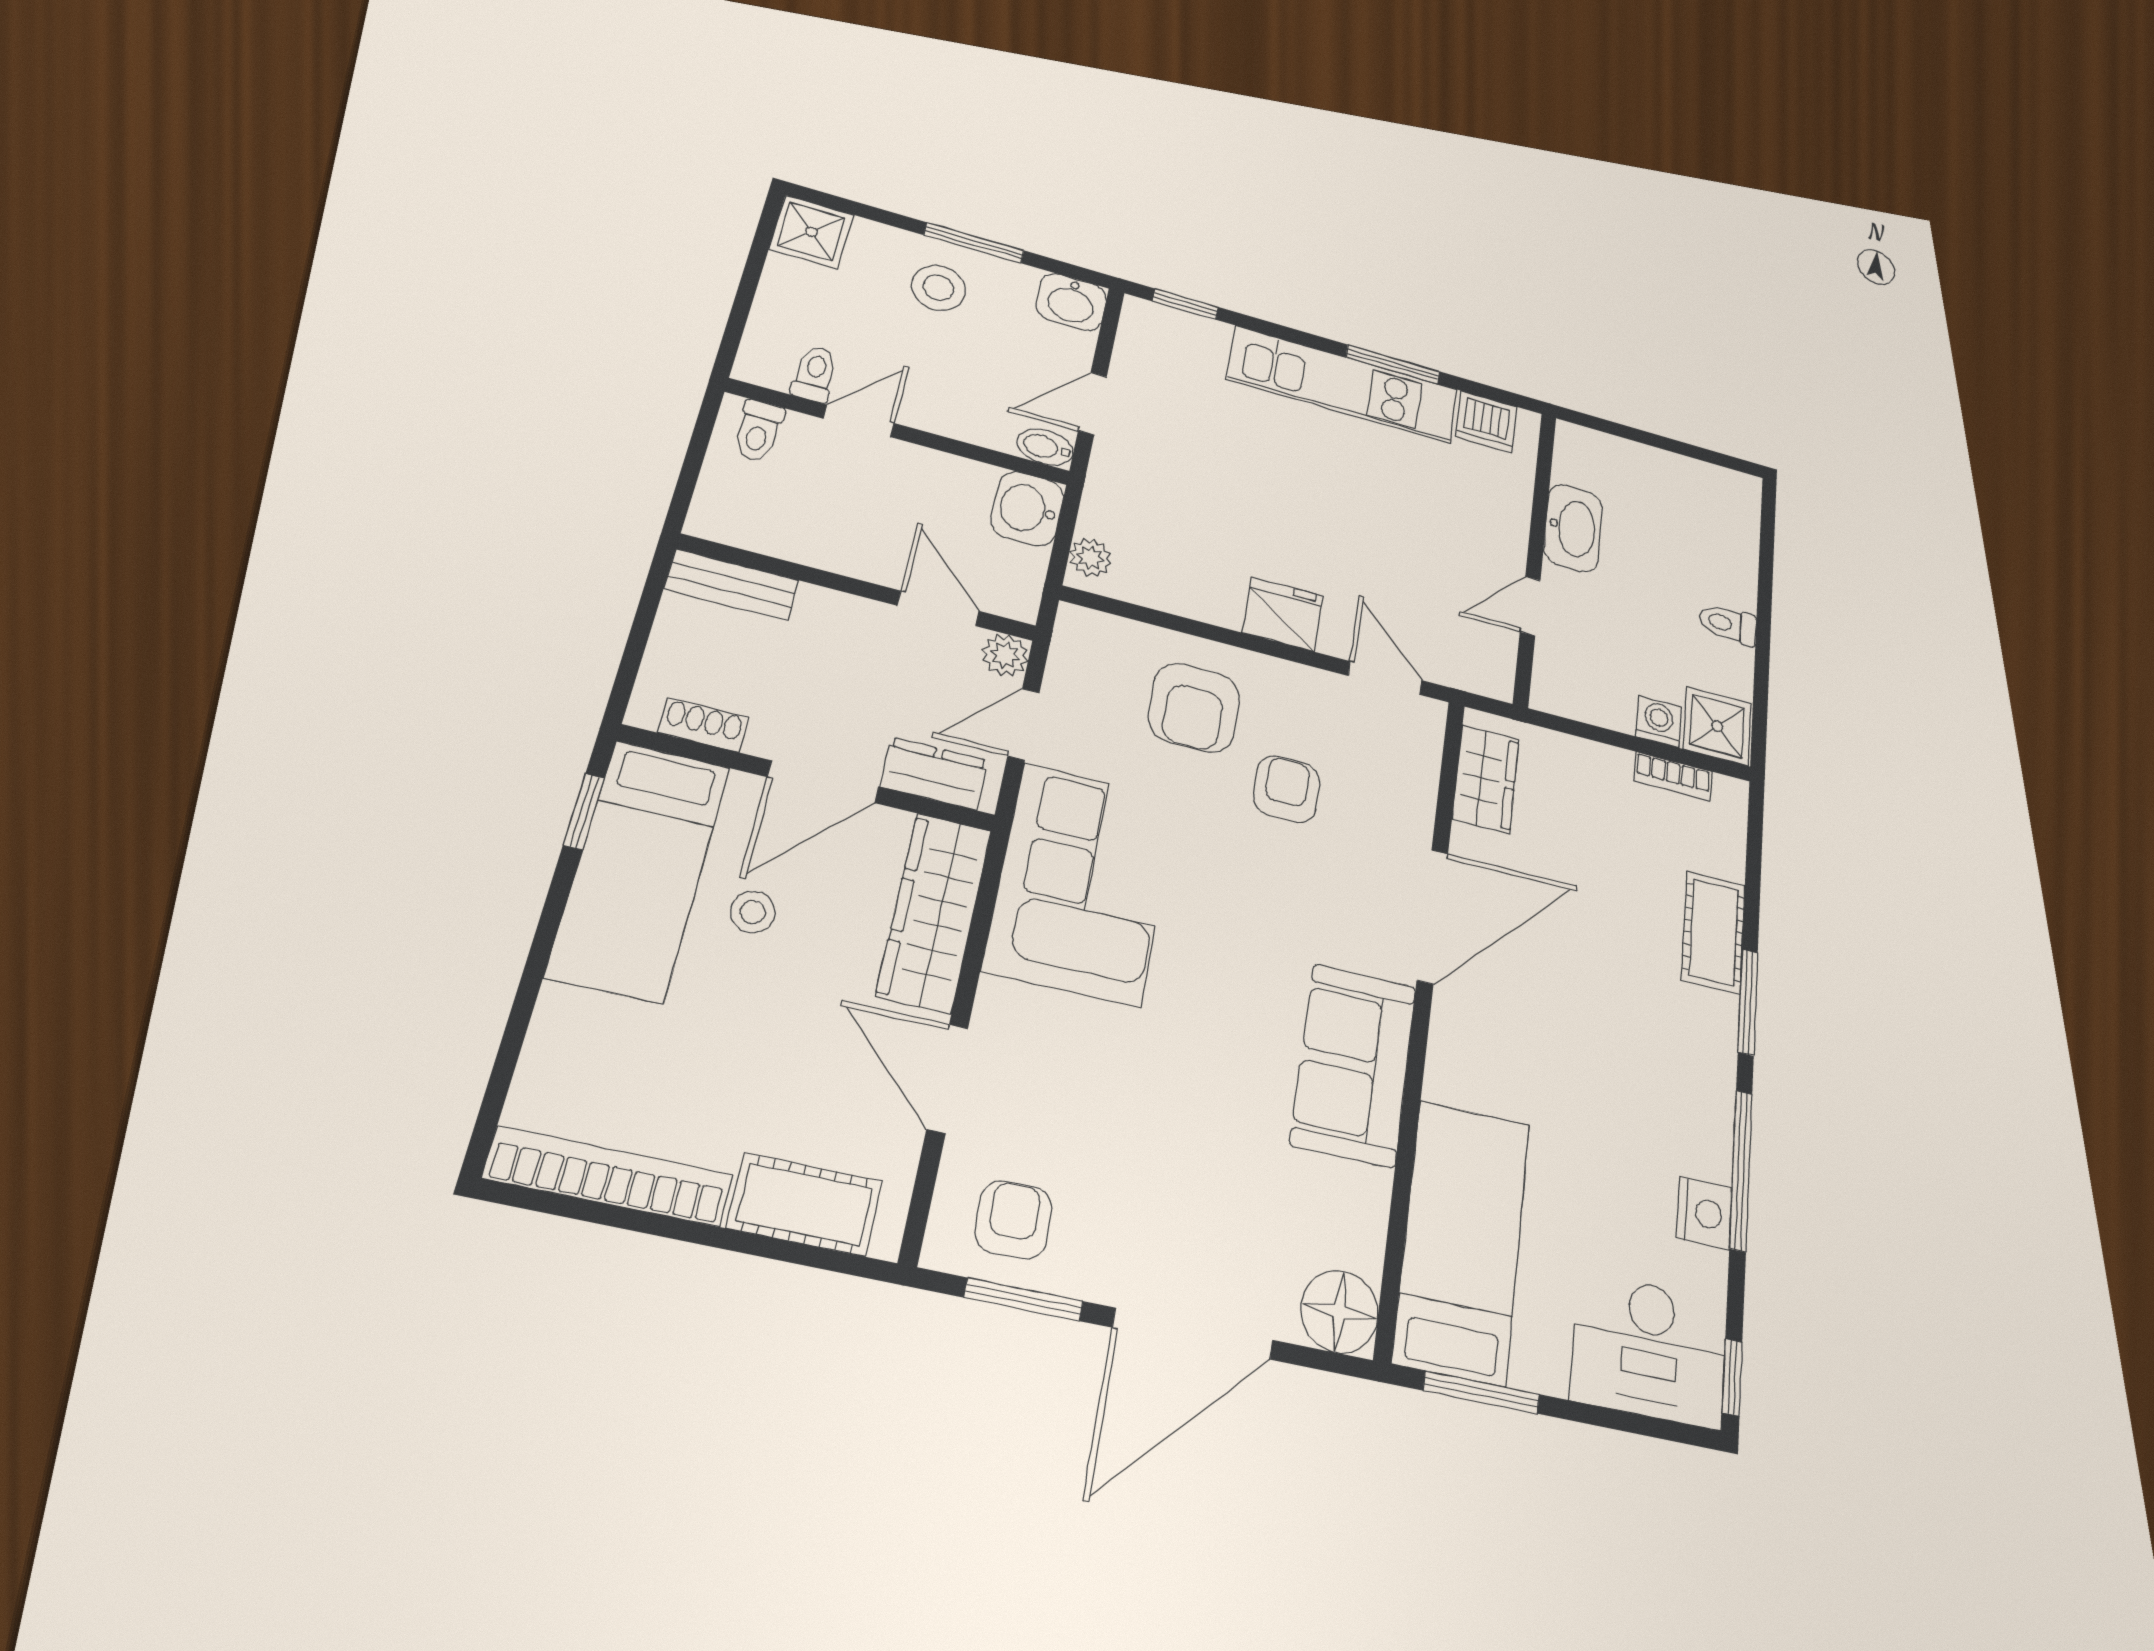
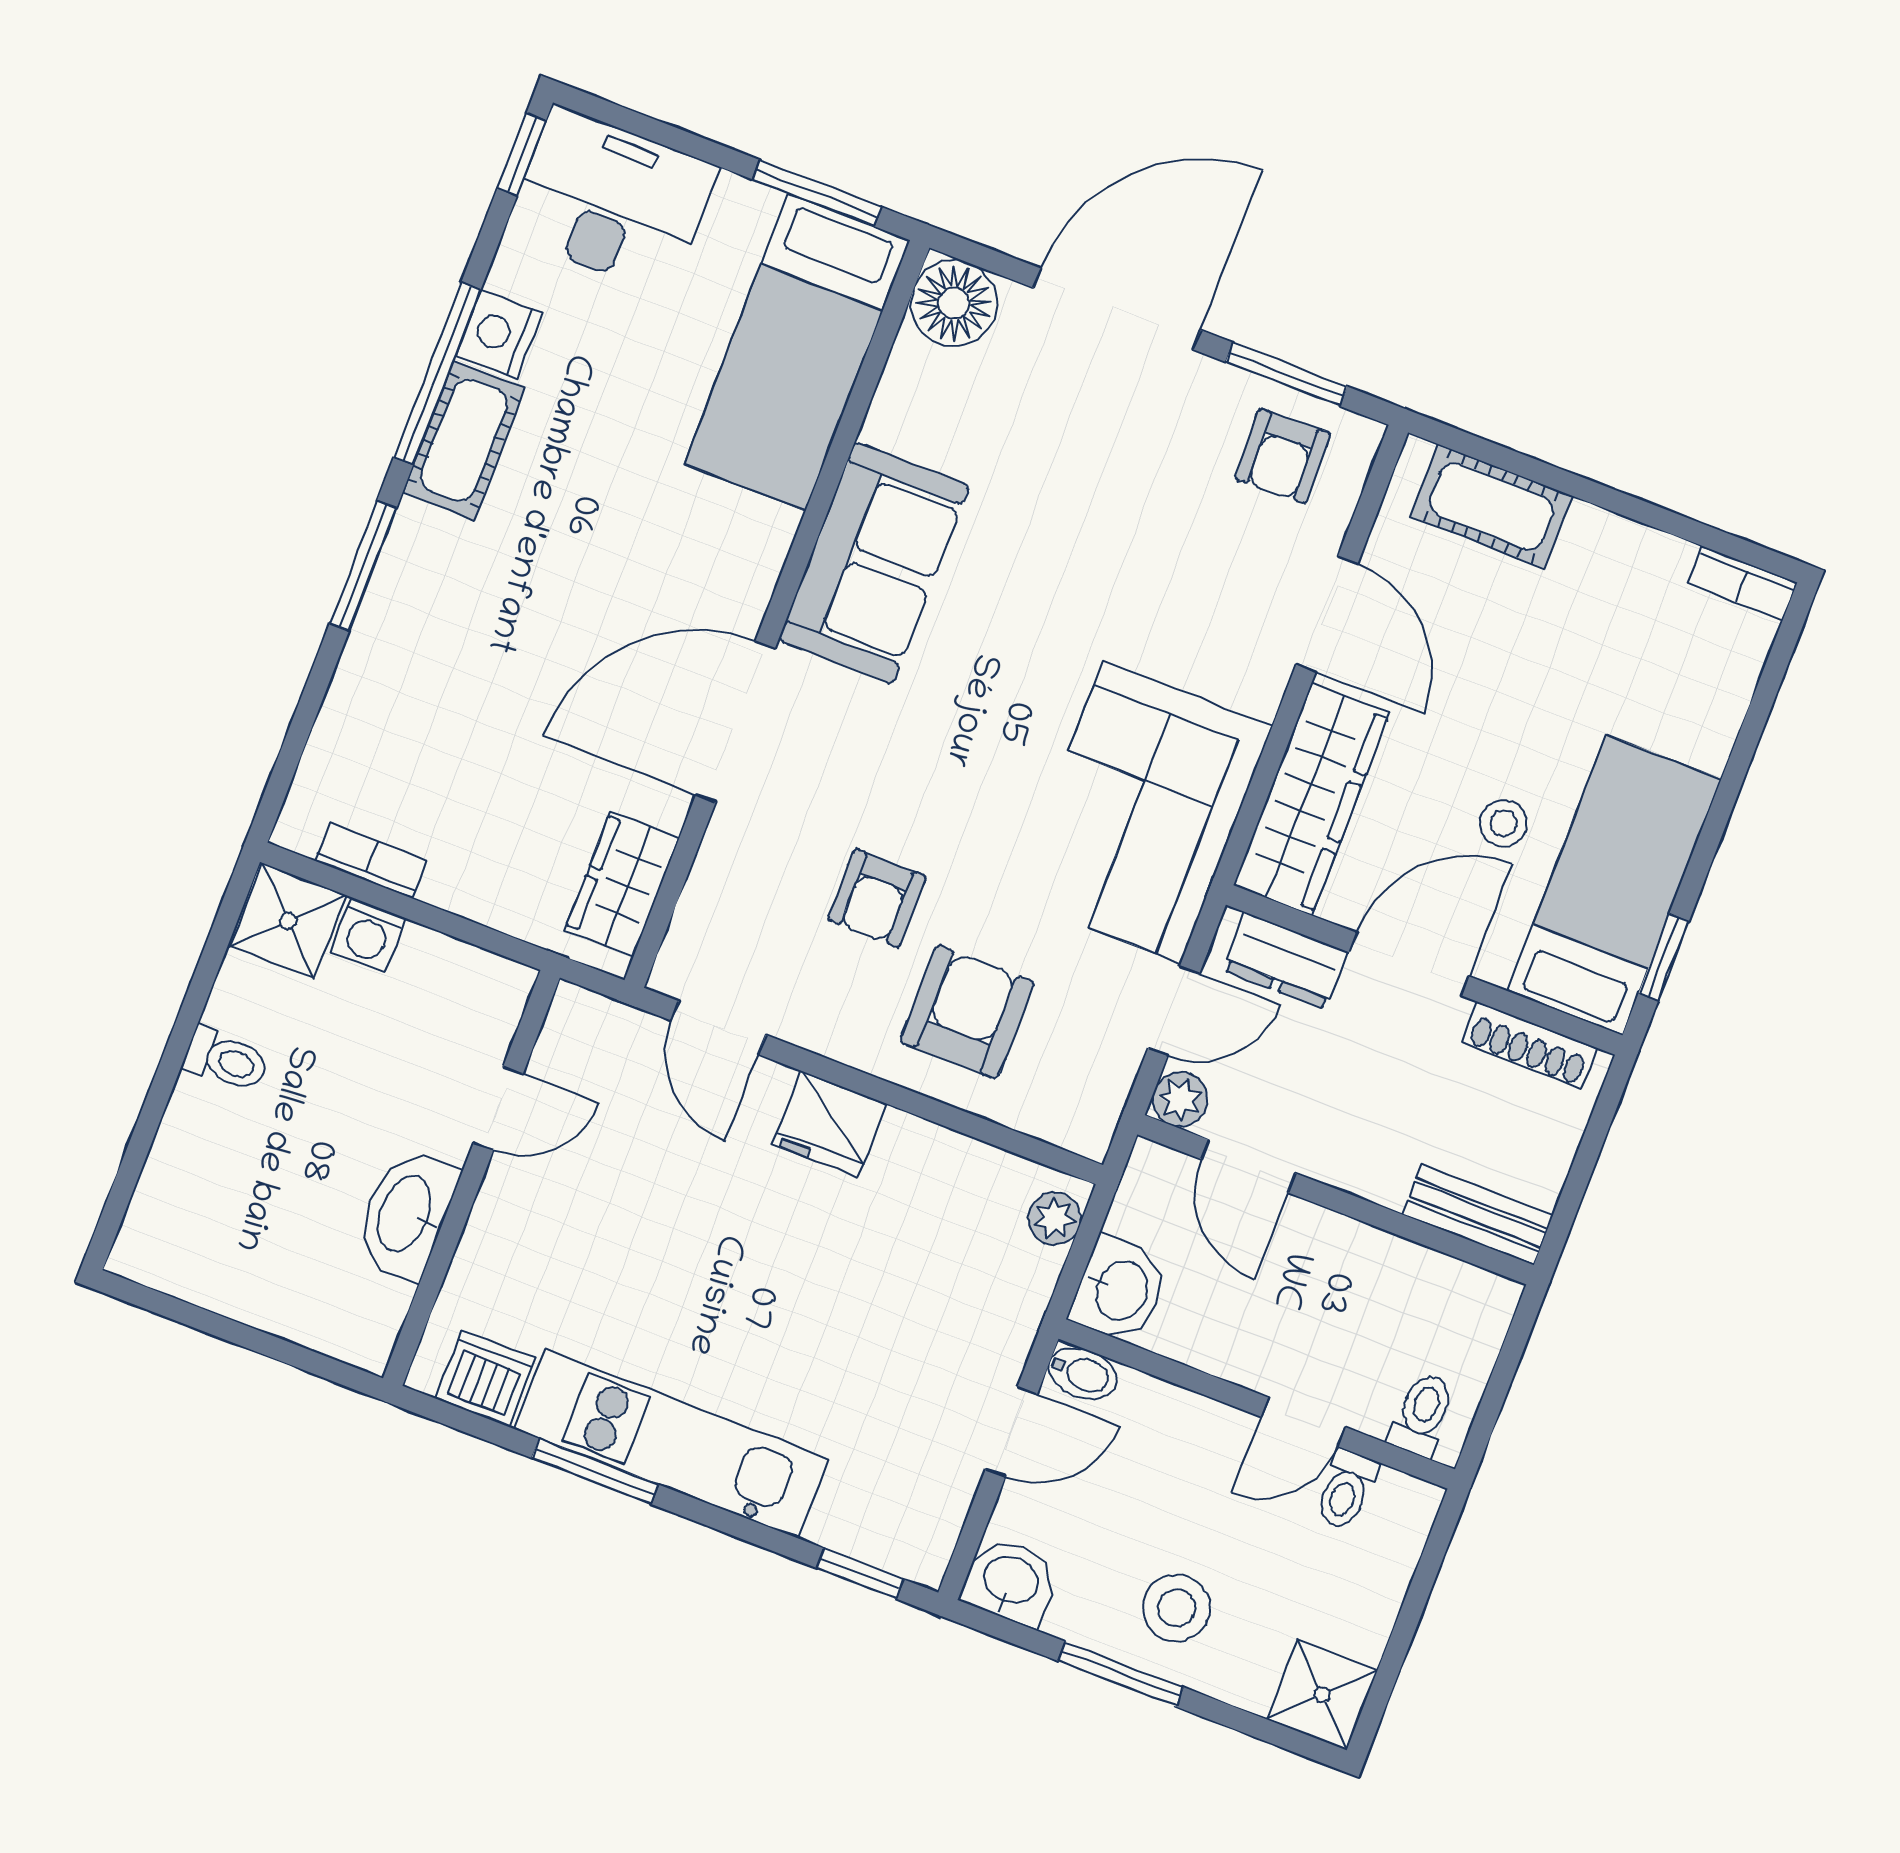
shoe rack: (703, 725) -> (1529, 1045), width x1.43
cot: (1714, 932) -> (464, 440), moved
bookcase: (609, 1177) -> (1742, 583), width x0.43, depth x0.76

